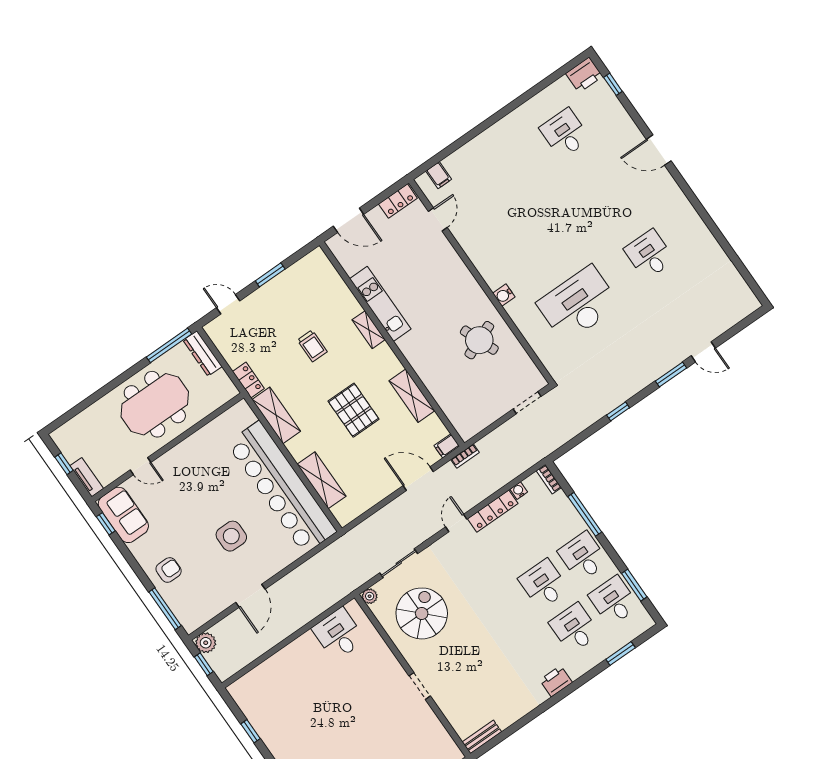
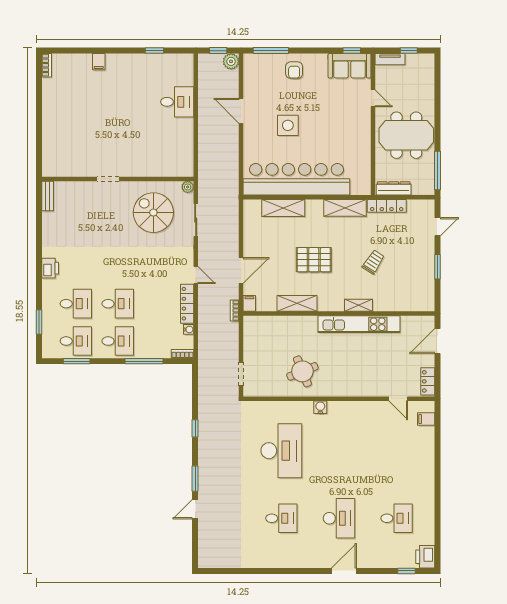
desk: (607, 194) -> (339, 518), added
kitchen unit: (380, 304) -> (359, 324), width x1.36
trolley: (312, 346) -> (373, 262), turned 123
dresser: (203, 353) -> (394, 188), moved
locker: (248, 380) -> (387, 206), width x1.53
meeting table: (155, 404) -> (406, 135), turned 90
door: (141, 466) -> (373, 98), swing flipped
spiral stairs: (422, 613) -> (153, 213), turned 180
desk: (339, 634) -> (177, 102), moved

